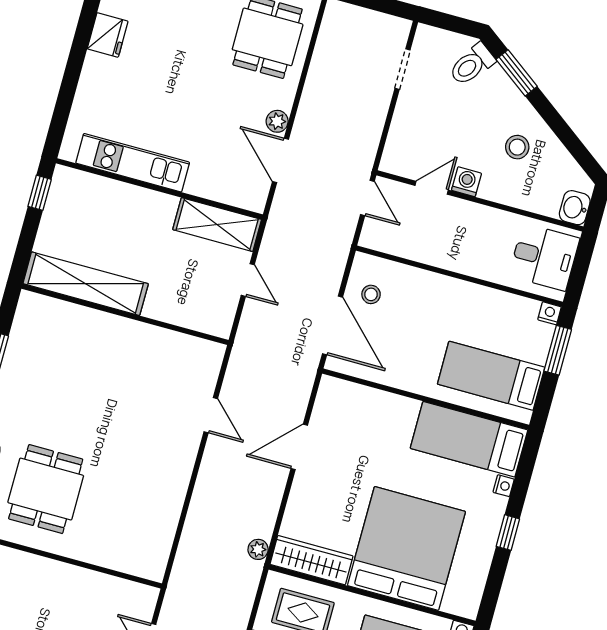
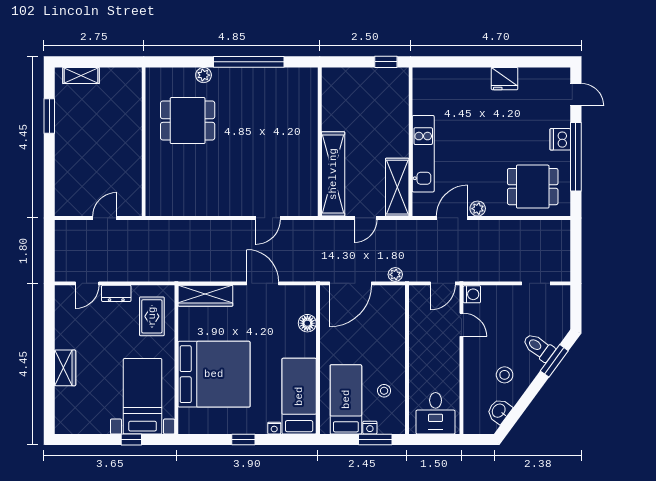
toilet: (472, 64) -> (539, 347), moved
kitchen unit: (133, 163) -> (423, 154), moved
washing machine: (466, 182) -> (472, 294), moved
washbasin: (575, 208) -> (499, 411), moved, turned -54
shelving: (86, 284) -> (333, 174), moved
stool: (371, 294) -> (384, 391), moved
nightstand: (549, 313) -> (370, 428), moved, turned 90
floor lamp: (371, 400) -> (307, 323), added
plant: (258, 549) -> (395, 275), moved
wardrobe: (312, 560) -> (205, 296), moved, turned 90

